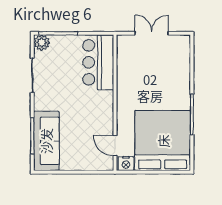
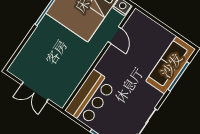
door: (115, 146) -> (115, 35), moved

